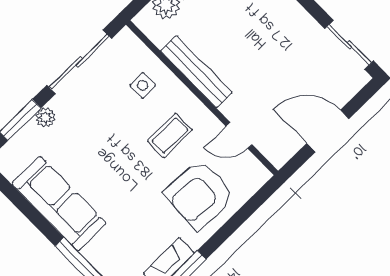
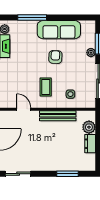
door: (239, 135) -> (24, 109), hinge flipped
armchair: (200, 195) -> (55, 57), moved, width x0.53, depth x0.53

